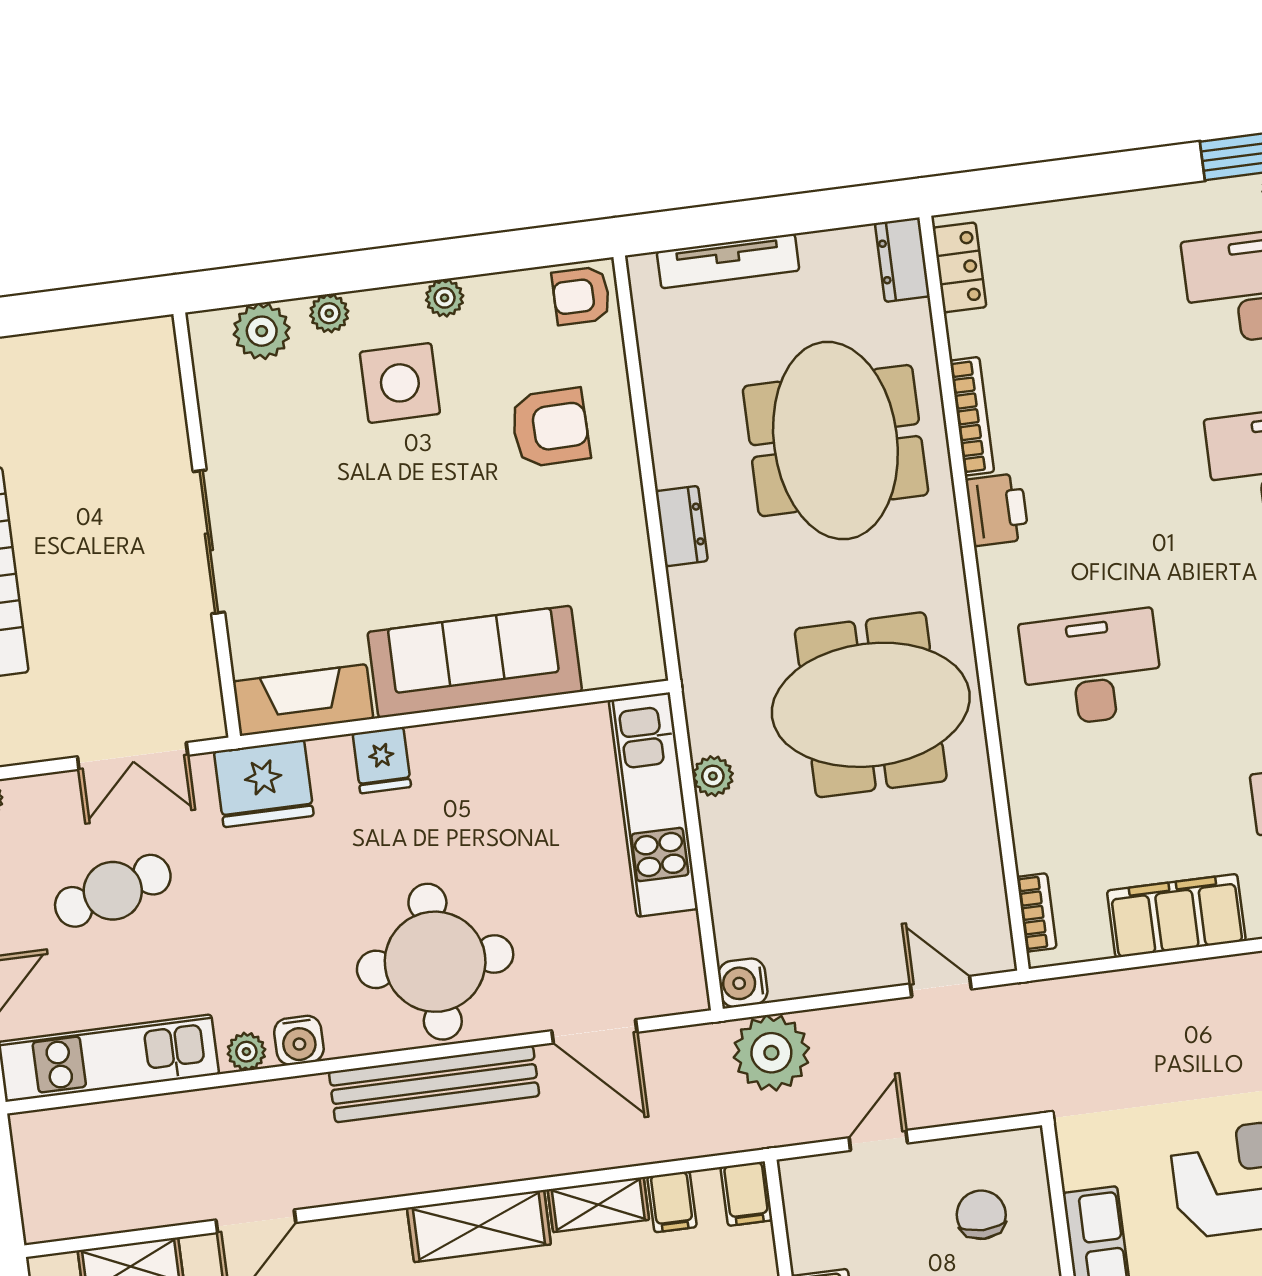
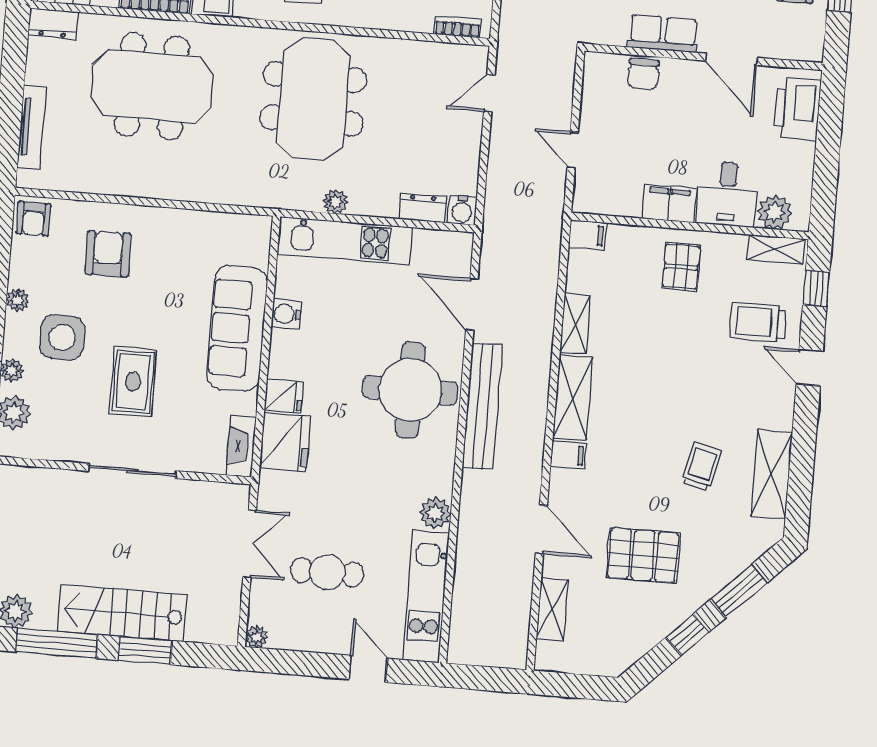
rug: (353, 512) -> (133, 382), added
dresser: (682, 526) -> (422, 208), moved
fireplace: (303, 700) -> (241, 446), width x0.73, depth x0.76
fridge: (264, 784) -> (285, 442), moved
cafe table: (113, 891) -> (327, 572), turned -75
door: (594, 1031) -> (472, 304), swing flipped
water cooler: (299, 1040) -> (286, 314), moved, turned 180
plant: (246, 1052) -> (435, 513), width x1.38, depth x1.38
plant: (771, 1053) -> (507, 202), removed
filing cabinet: (672, 1202) -> (568, 455), moved
chair: (981, 1215) -> (643, 74), moved, turned -90

